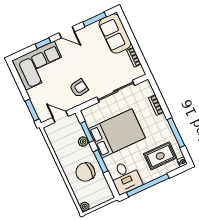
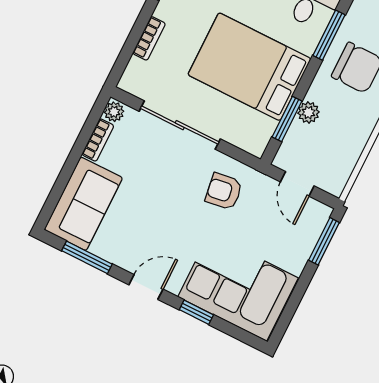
door: (67, 32) -> (146, 287), hinge flipped
plant: (140, 71) -> (114, 112), added
window: (101, 161) -> (329, 35), moved

